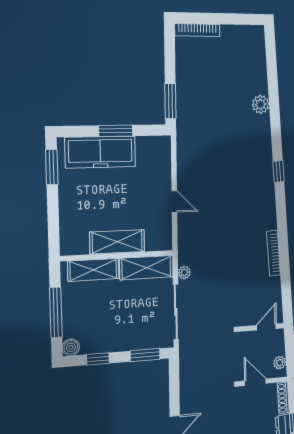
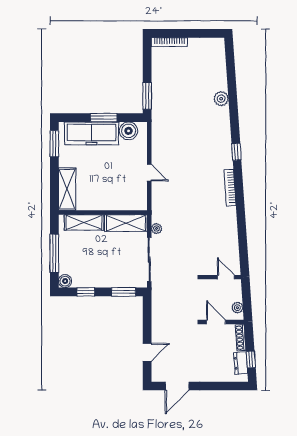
boiler: (148, 148) -> (129, 131), added
shelving: (117, 242) -> (67, 189), moved, turned 90
bookcase: (273, 253) -> (230, 188), moved
door: (266, 327) -> (226, 277), hinge flipped

